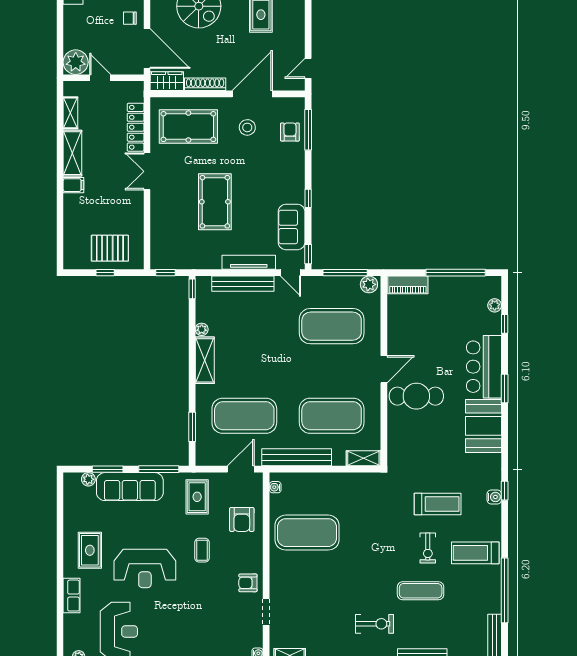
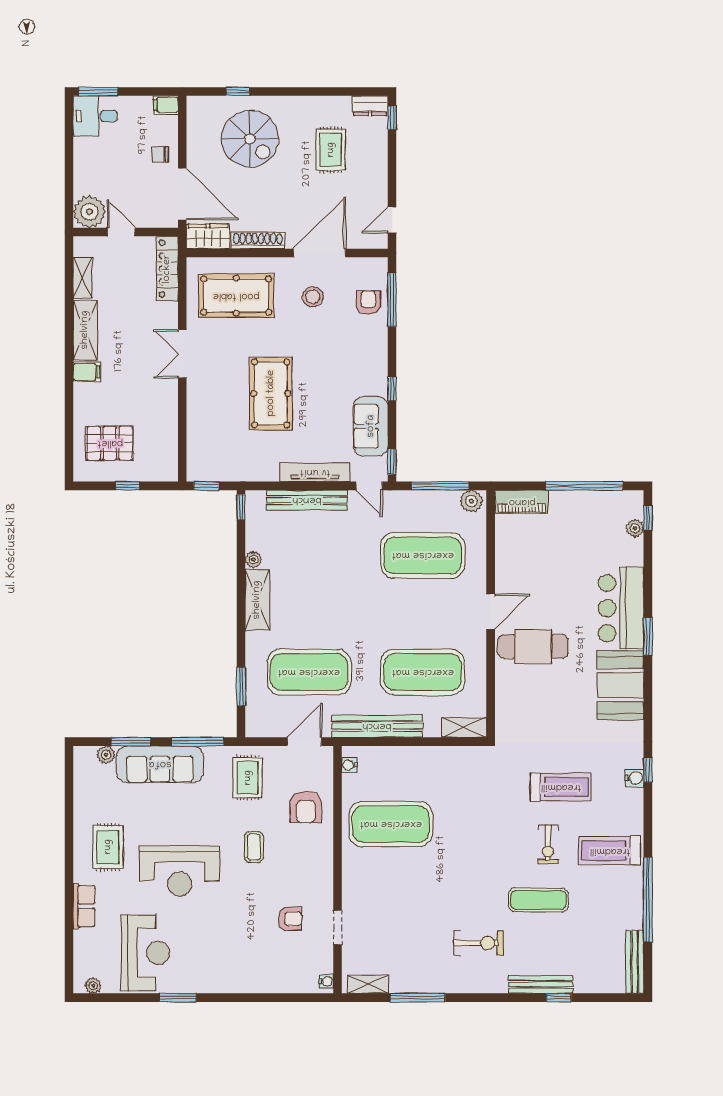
locker: (136, 127) -> (167, 269), moved
pallet: (110, 248) -> (110, 443), moved
window: (505, 324) -> (648, 518), moved
armchair: (248, 583) -> (290, 919), moved, turned 180

